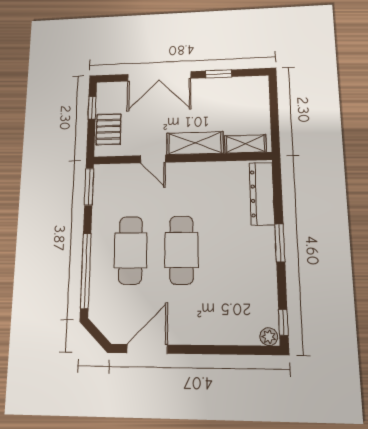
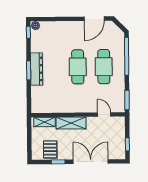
pallet: (109, 129) -> (50, 149), moved
door: (153, 159) -> (104, 115), moved
dresser: (262, 194) -> (37, 69), moved

